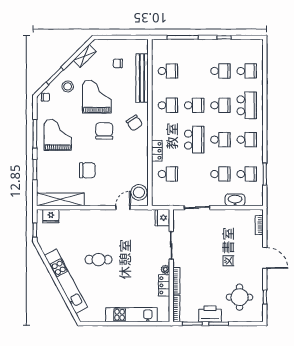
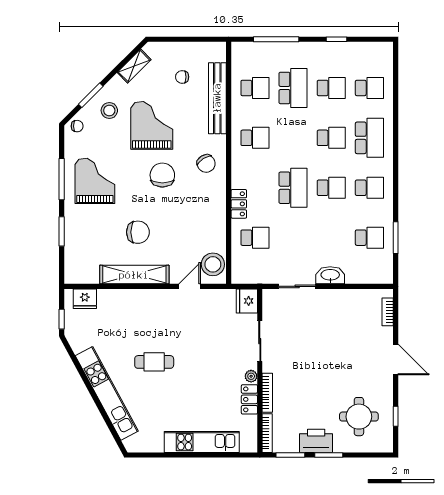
school desk: (194, 105) -> (293, 88), moved, width x1.85
school desk: (220, 174) -> (331, 238), removed
shelving: (60, 199) -> (134, 275), moved
washbasin: (235, 200) -> (330, 275), moved

